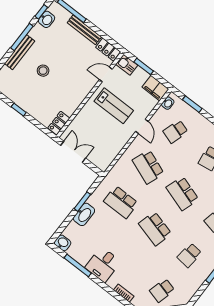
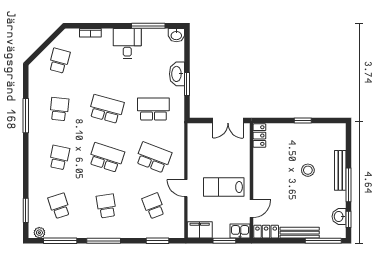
washbasin: (168, 103) -> (179, 225), removed
school desk: (175, 132) -> (153, 206), turned -39

